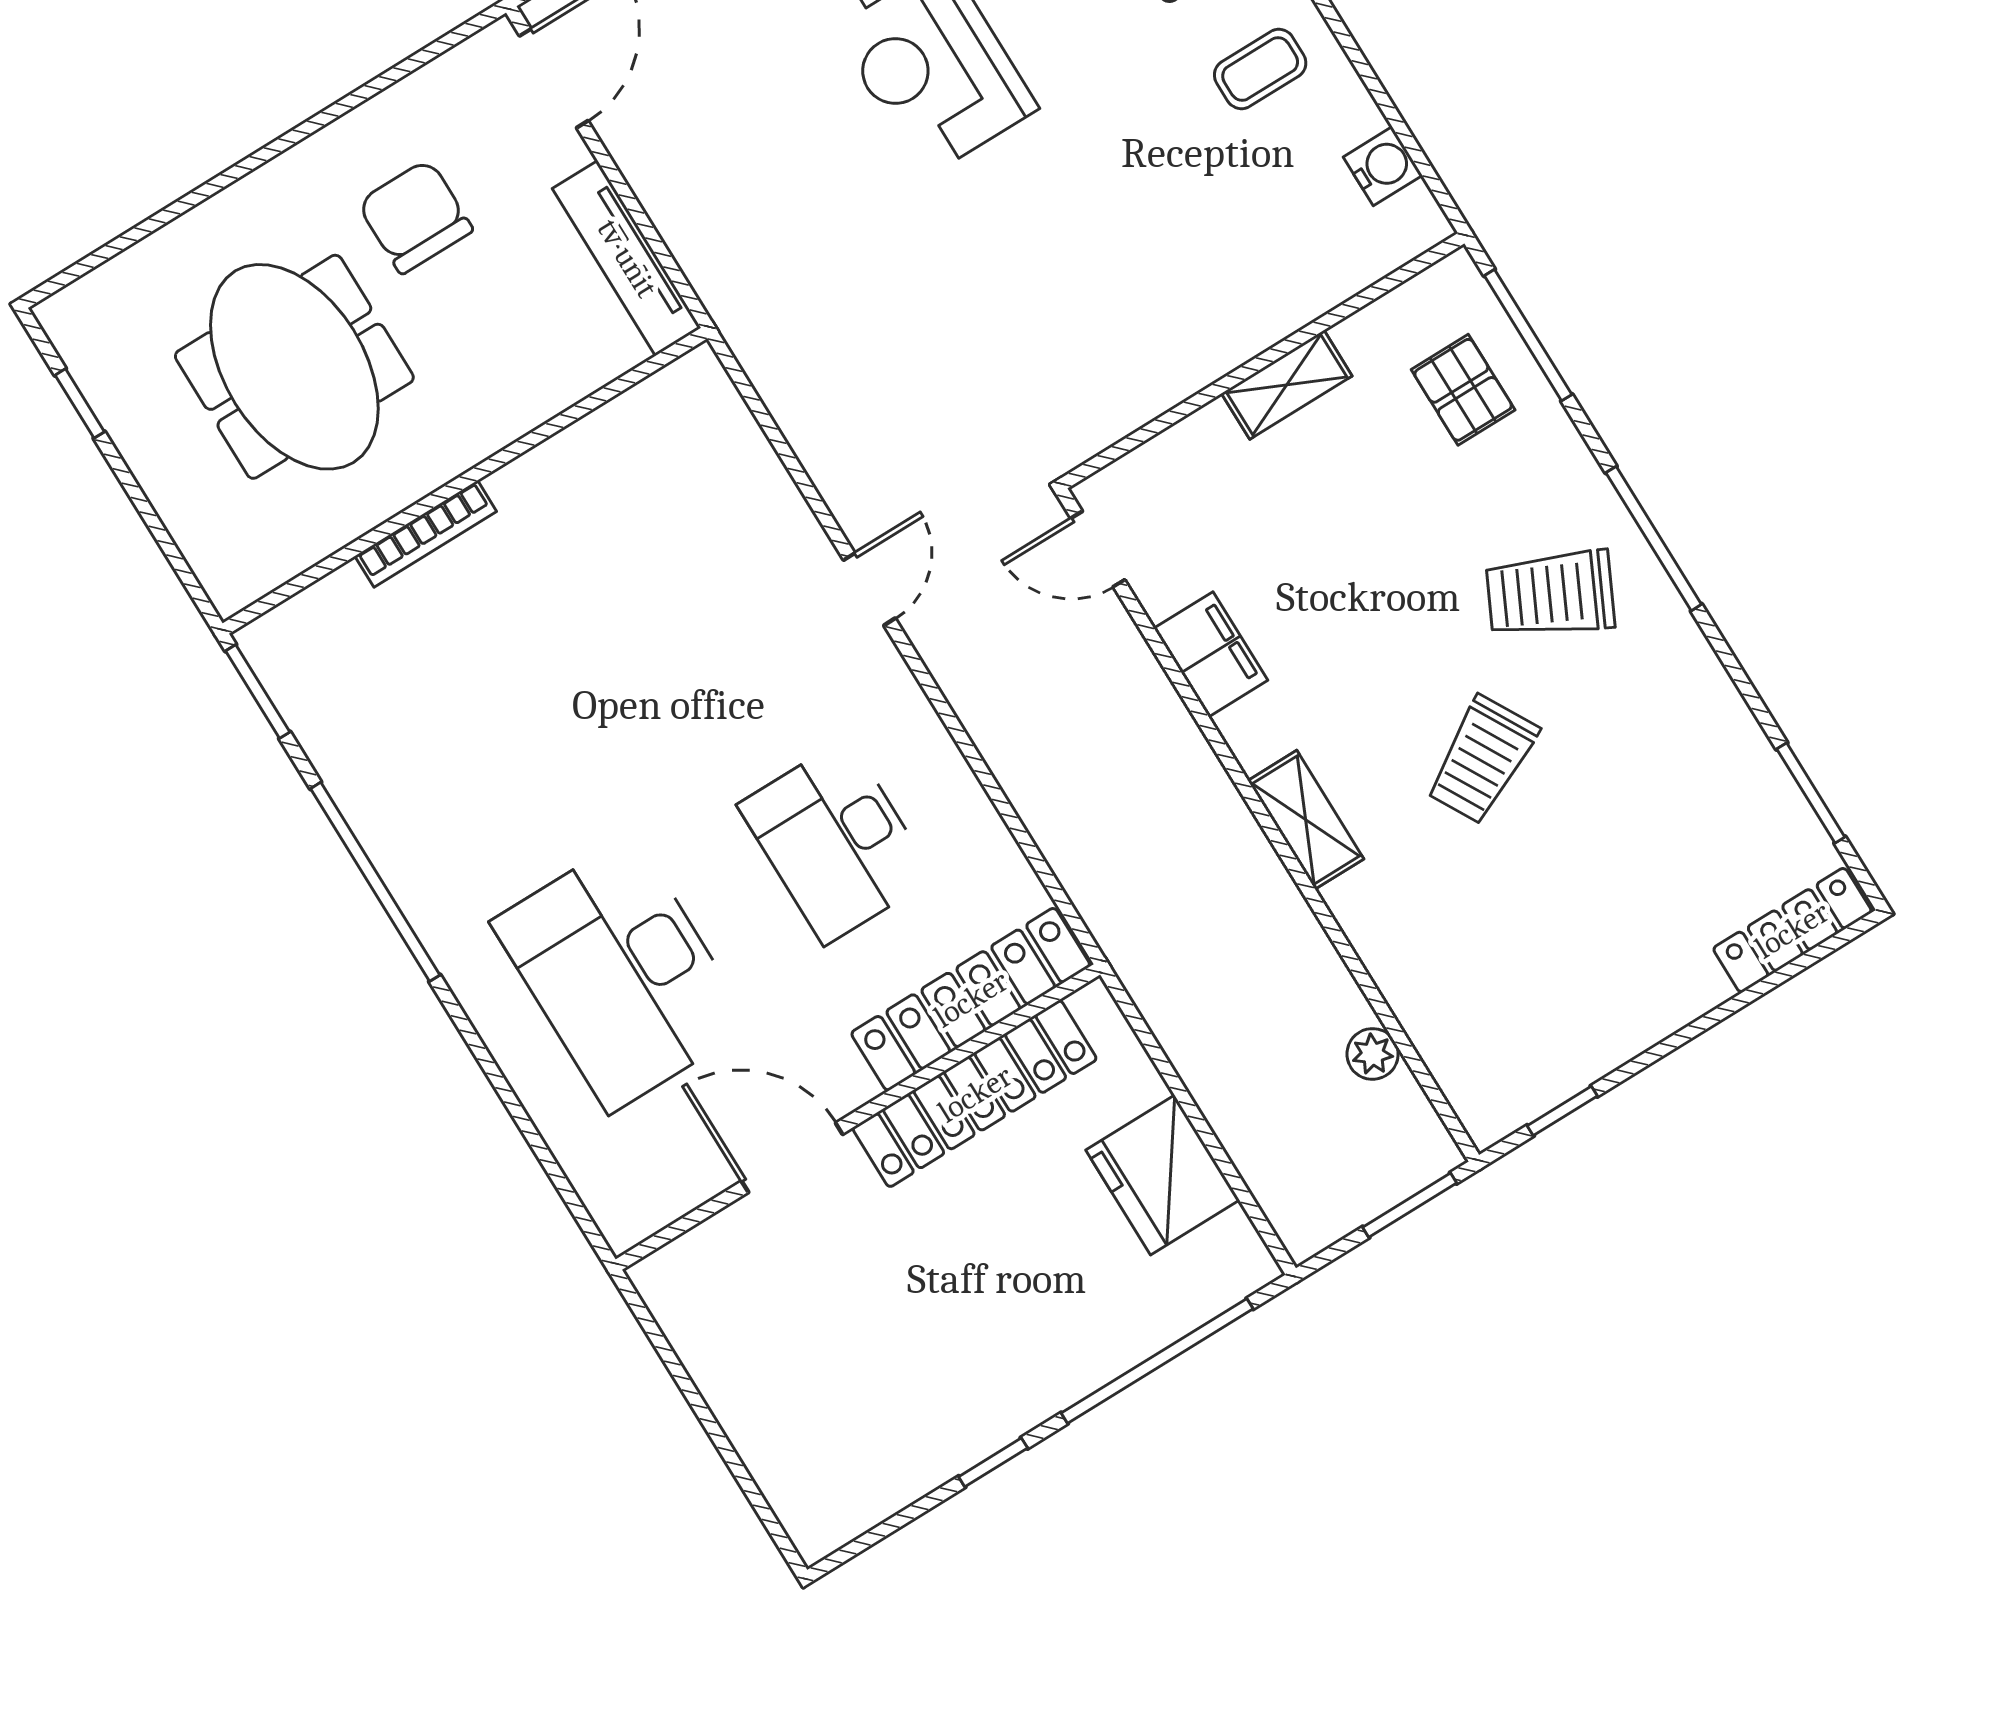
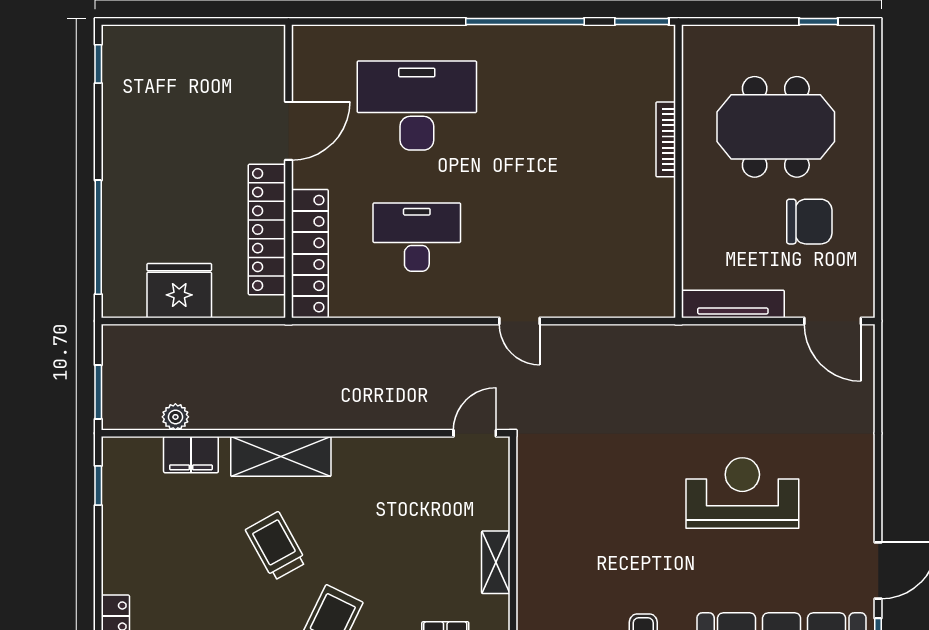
filing cabinet: (1211, 654) -> (191, 455), moved
shelving: (1306, 820) -> (281, 456), width x1.50, depth x1.33
window: (993, 1462) -> (98, 64), moved

